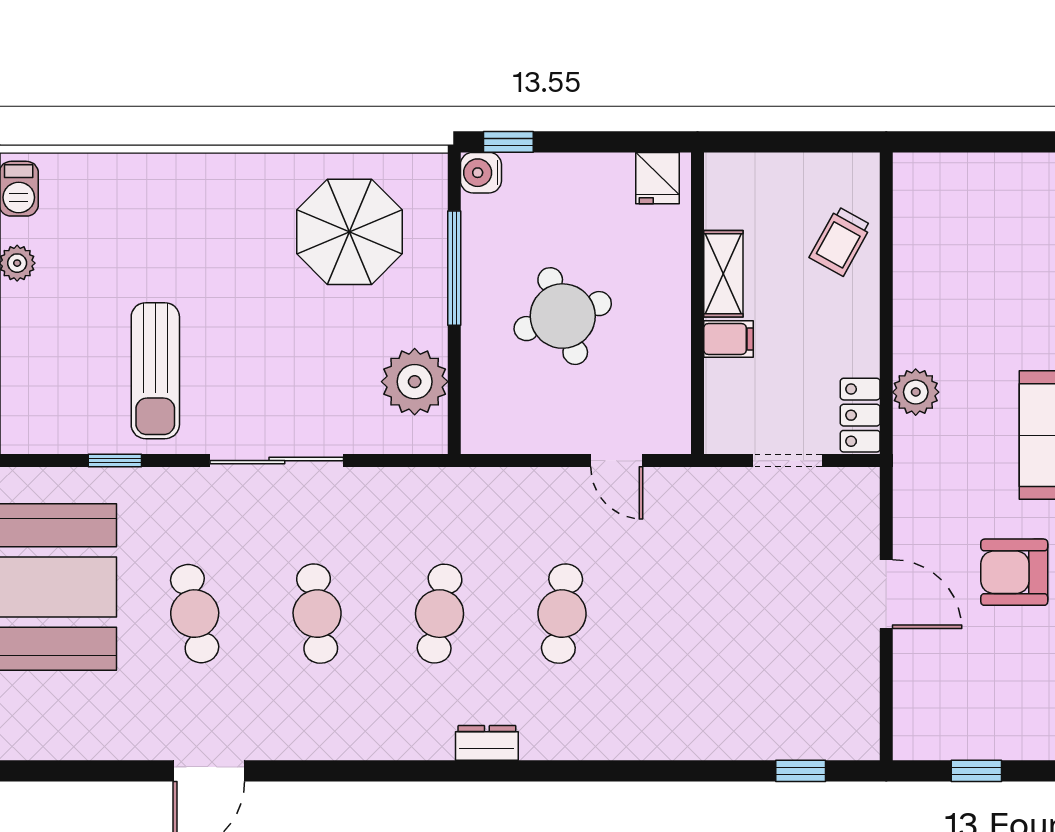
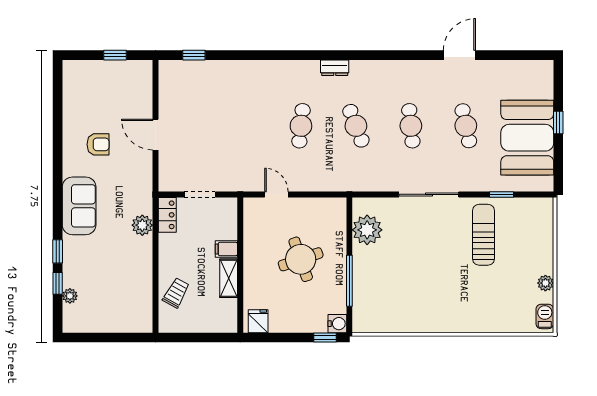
parasol: (350, 232) -> (396, 297), removed
armchair: (1014, 572) -> (98, 144), width x0.72, depth x0.72
cafe table: (440, 614) -> (356, 126), turned -30

